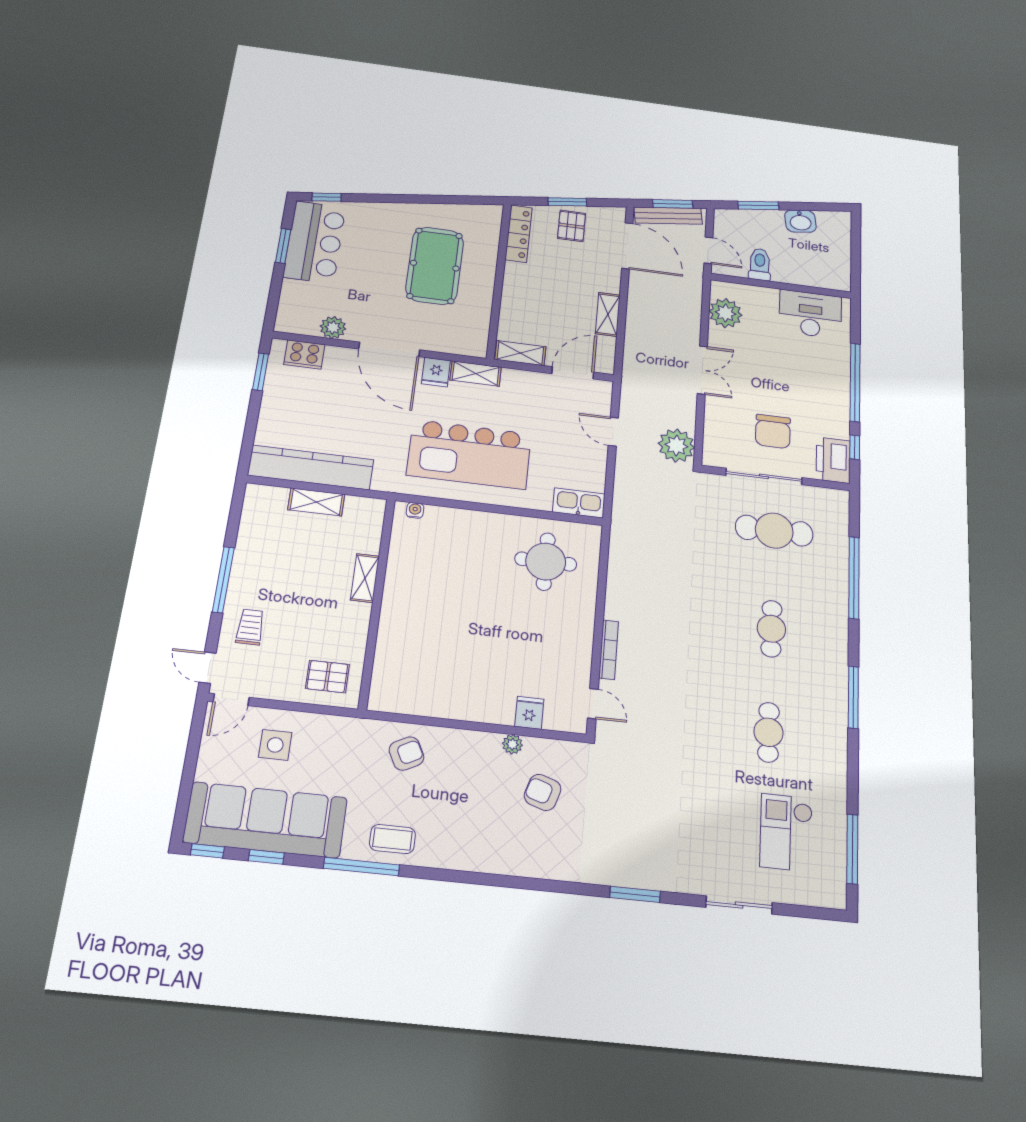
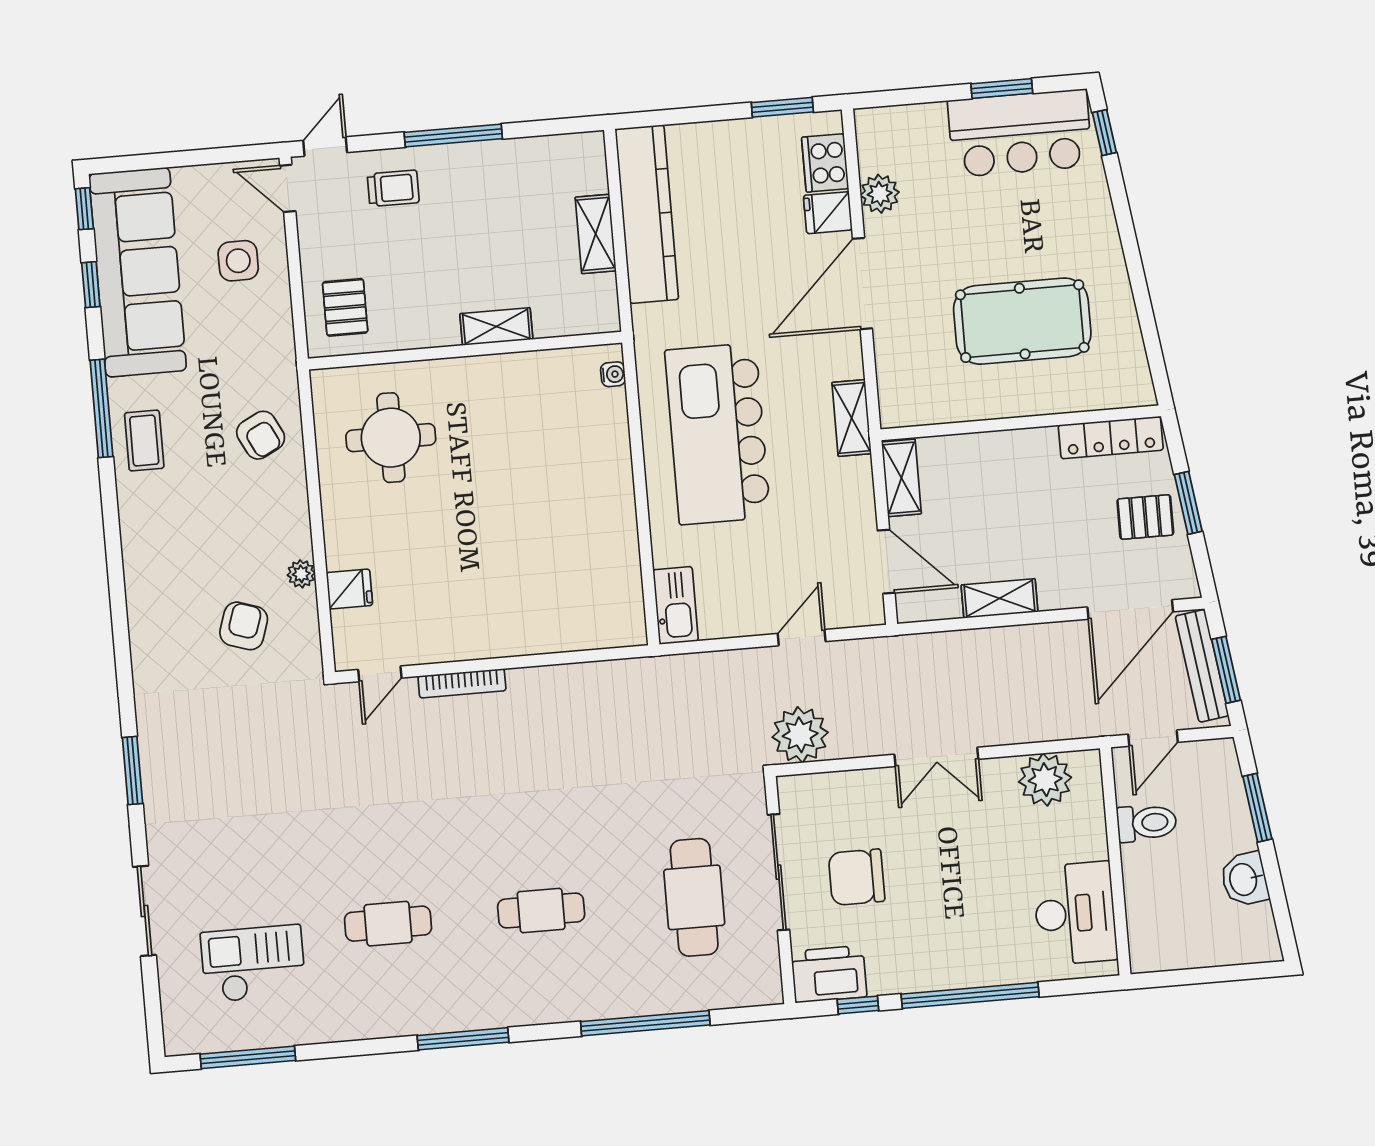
fridge: (436, 372) -> (828, 213), moved
round table: (546, 562) -> (391, 438), moved

